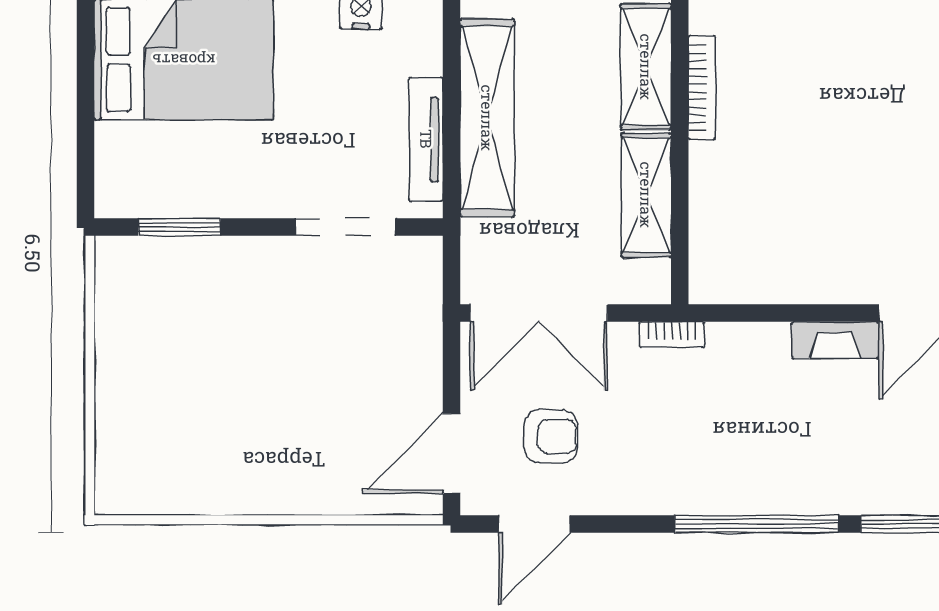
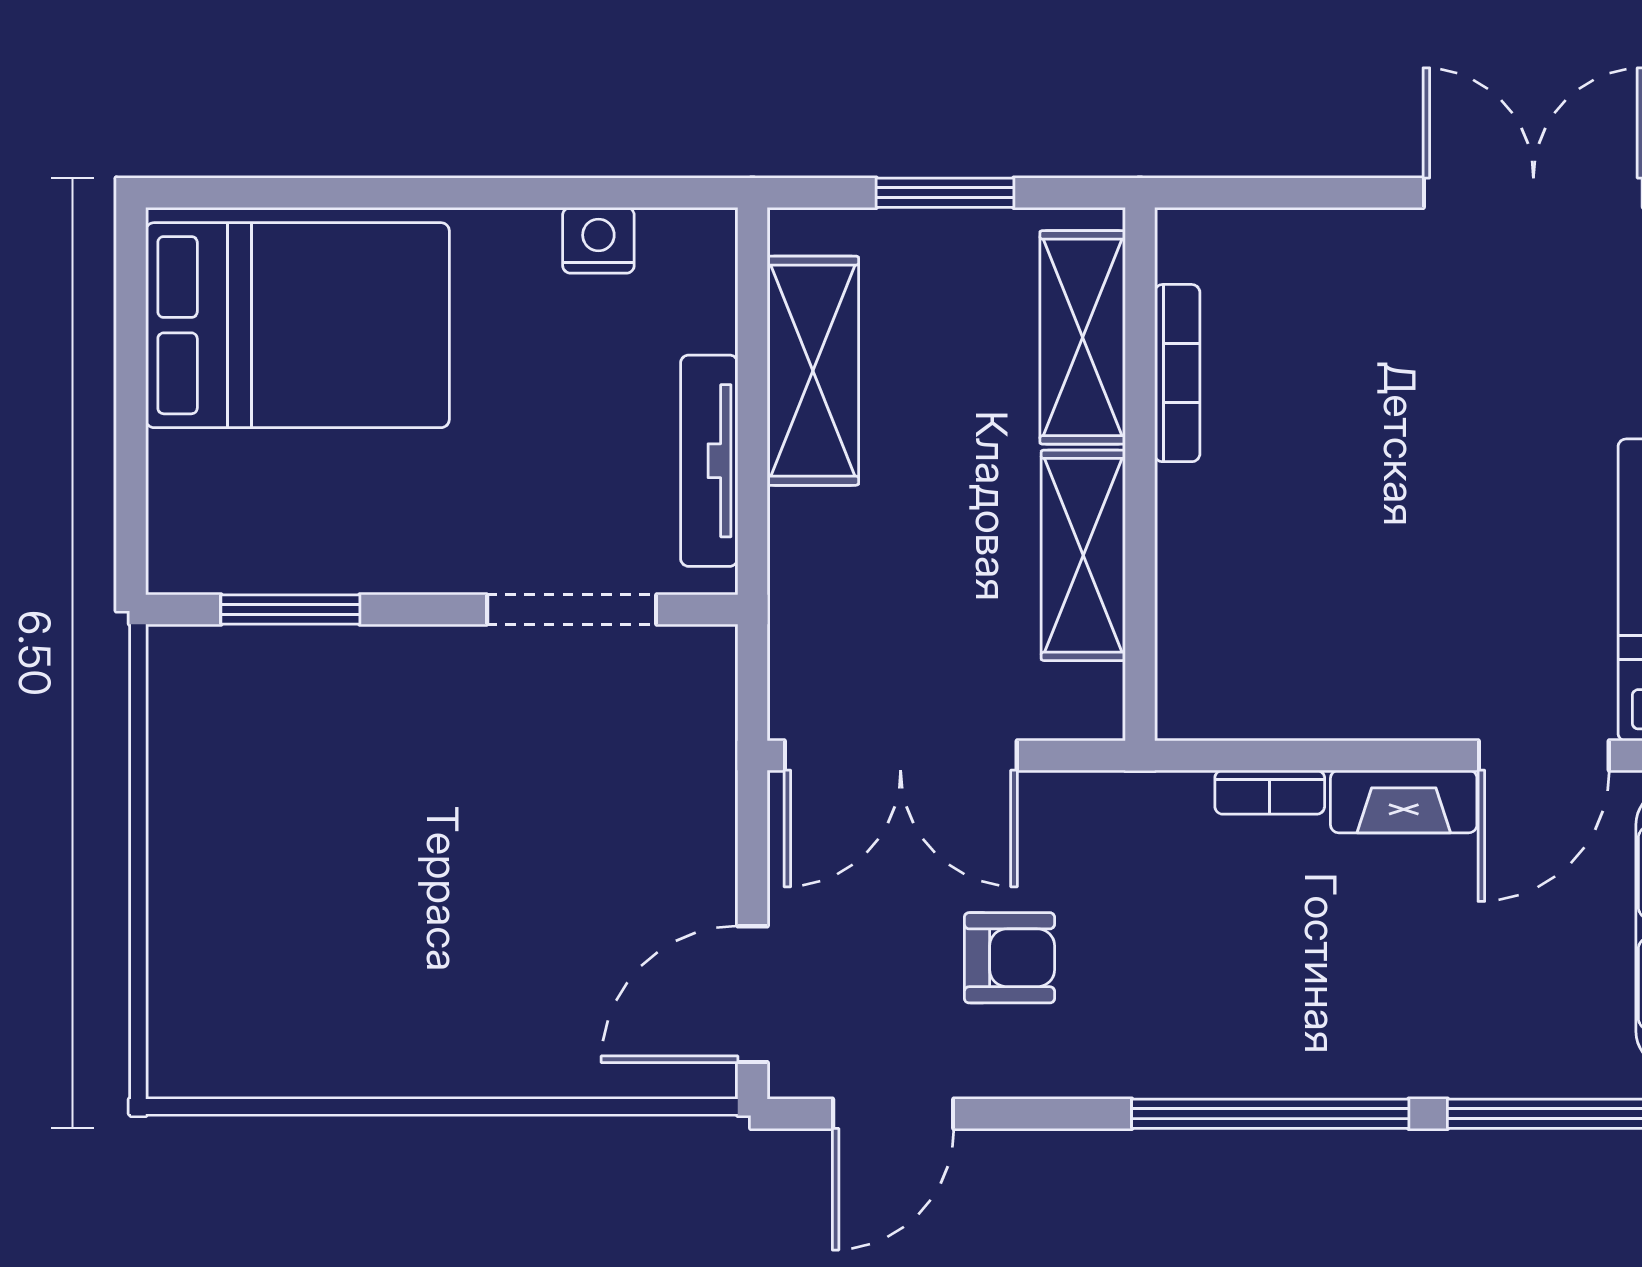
shelving: (487, 118) -> (813, 371), width x0.68
bookcase: (672, 335) -> (1270, 792), moved
armchair: (551, 436) -> (1009, 958), moved

